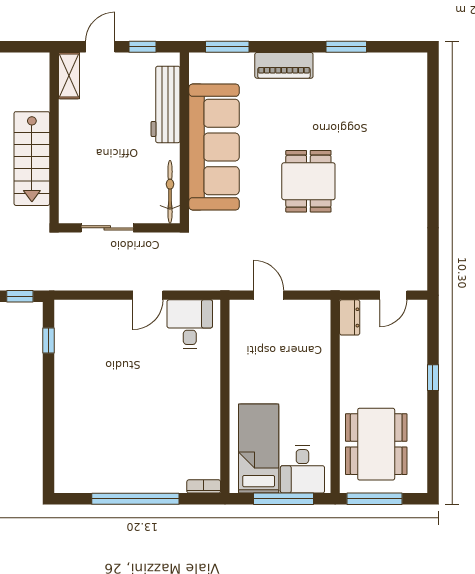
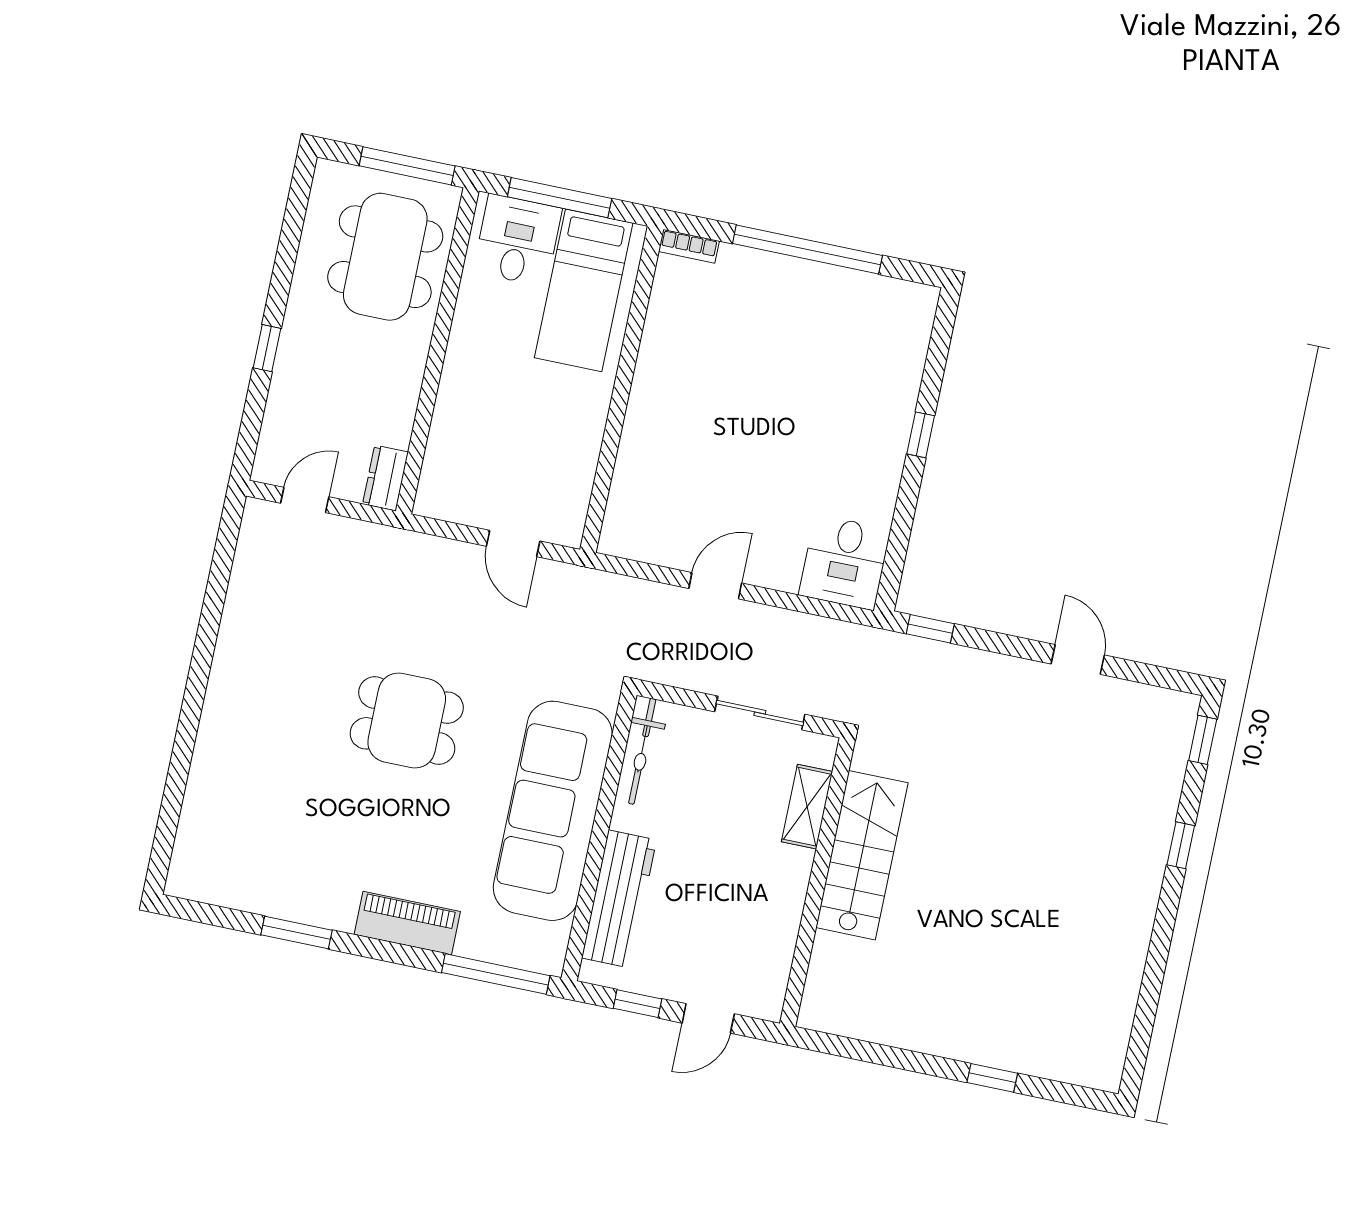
window: (227, 47) -> (496, 974), width x1.44
shelving: (69, 76) -> (807, 807), moved
dining table: (308, 181) -> (407, 720), turned 90
desk: (190, 324) -> (845, 562), moved
window: (48, 340) -> (921, 435), moved

